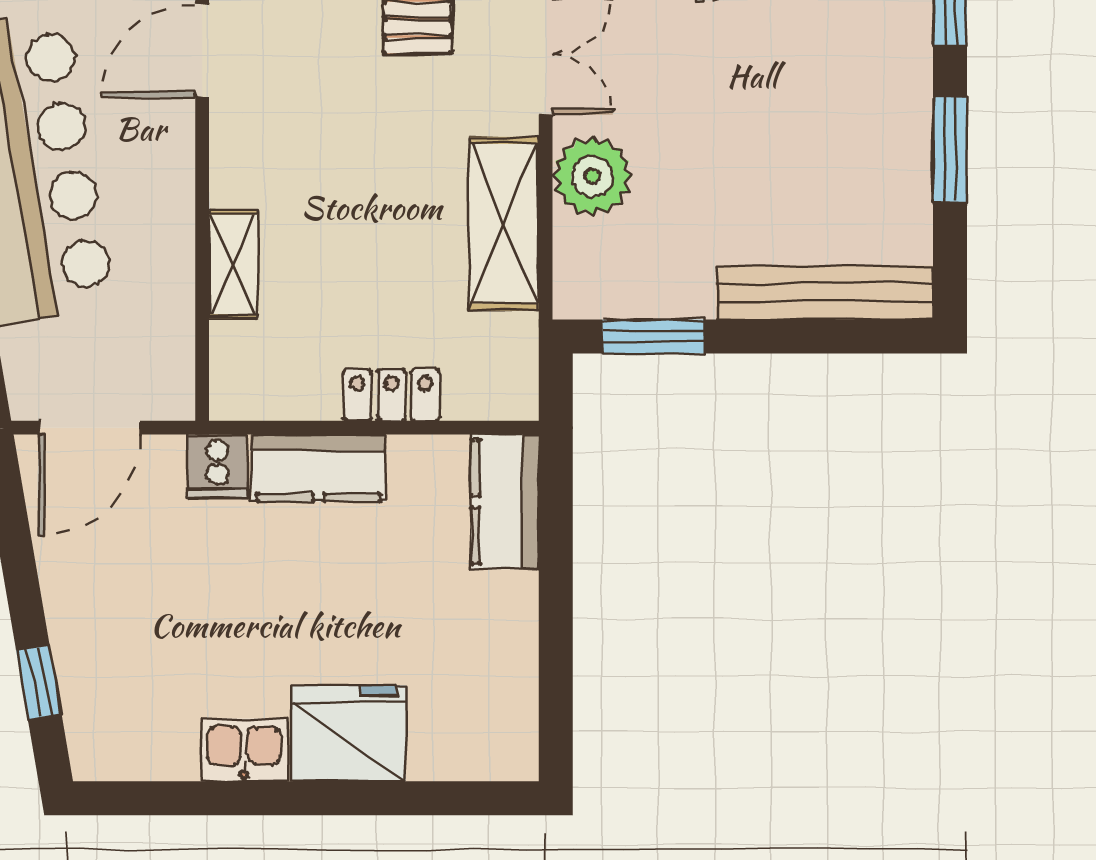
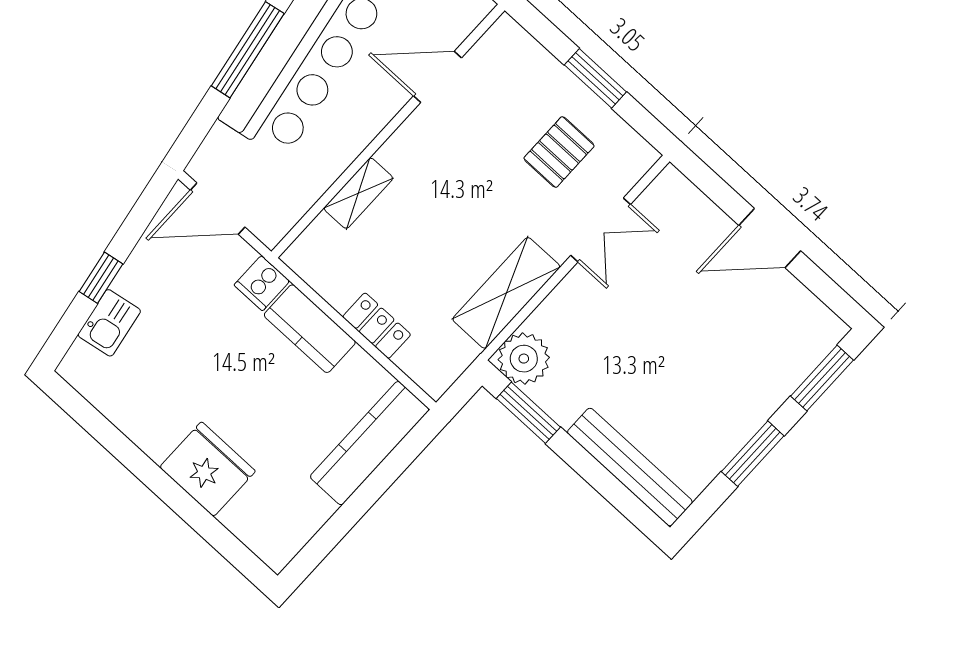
plant: (592, 176) -> (524, 359), moved
kitchen counter: (505, 502) -> (370, 443), width x1.50
window: (39, 682) -> (101, 278), moved
kitchen sink: (244, 750) -> (109, 323), moved, turned 80

